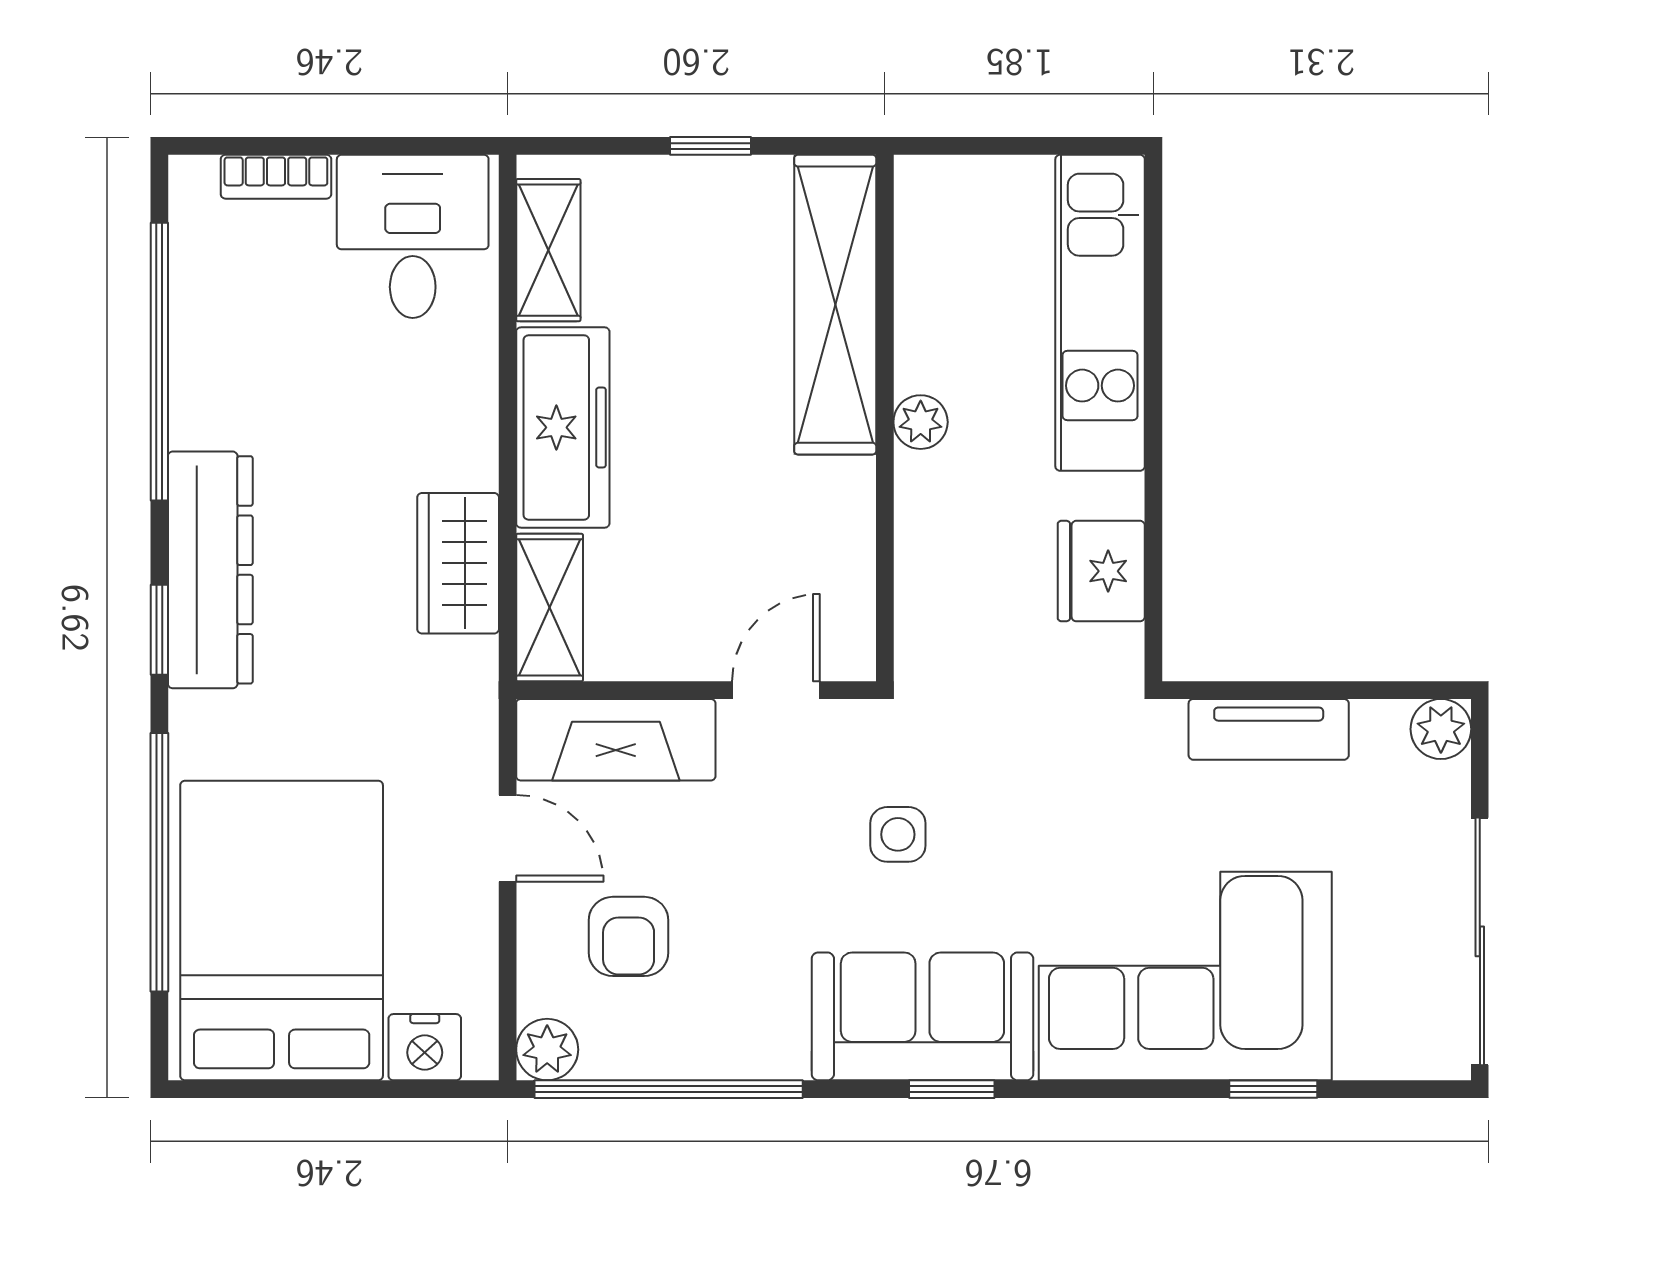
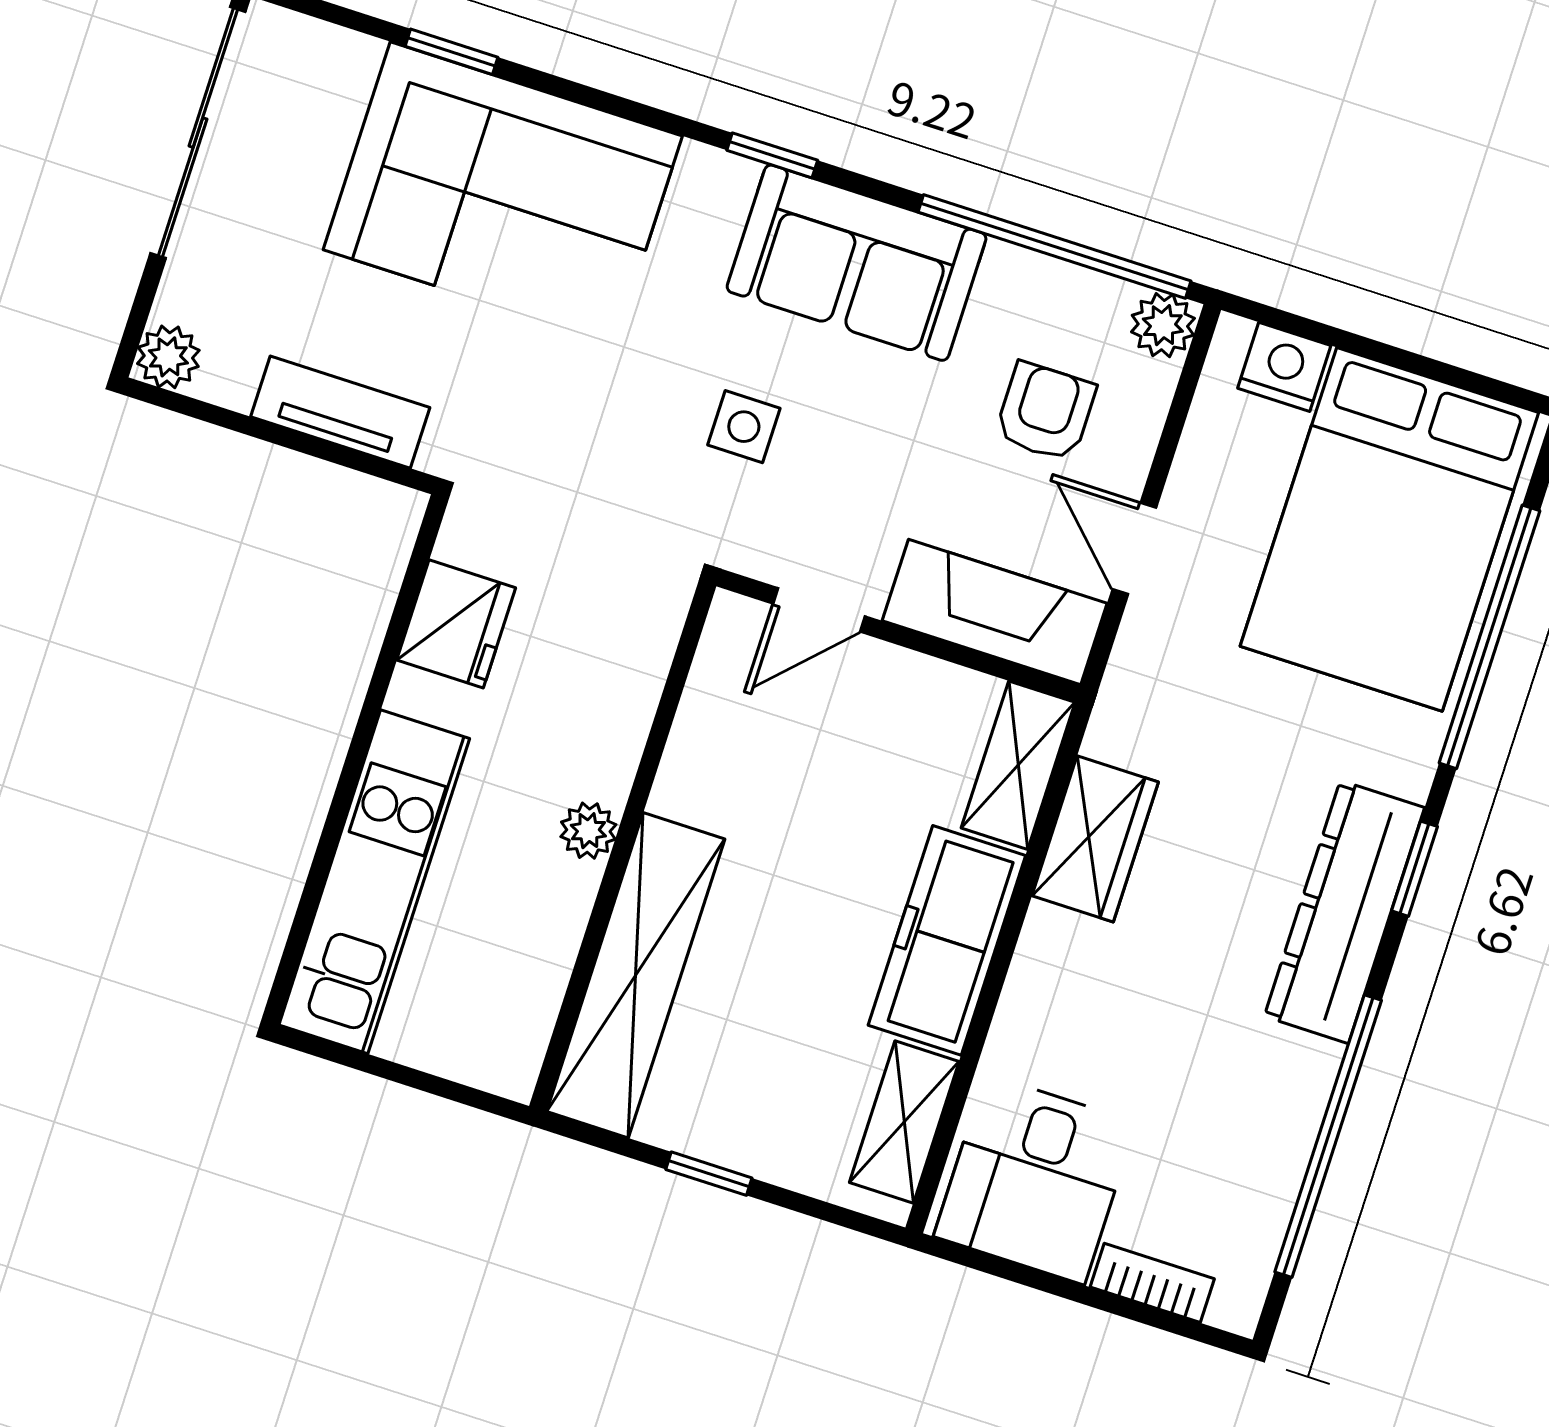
sofa: (922, 1016) -> (857, 263), moved

